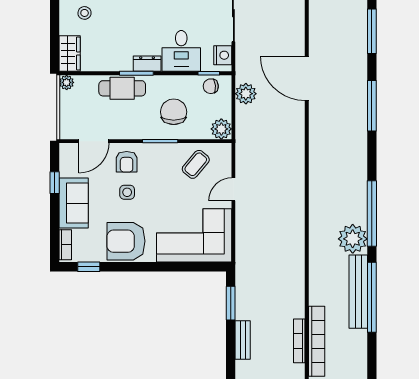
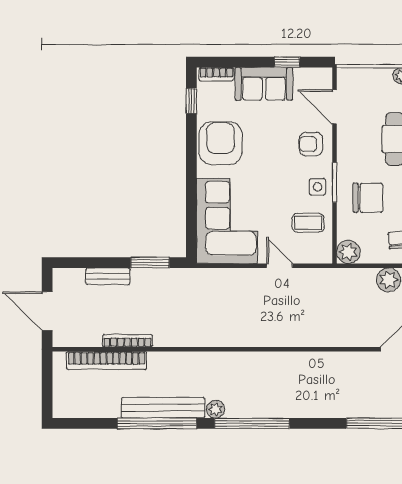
coffee table: (196, 164) -> (308, 223), turned -40
side table: (127, 192) -> (317, 187), moved
plant: (353, 239) -> (215, 409), width x0.53, depth x0.53
bookcase: (299, 341) -> (127, 341), moved

